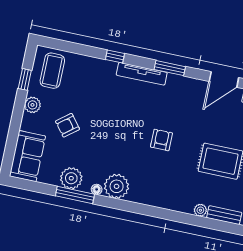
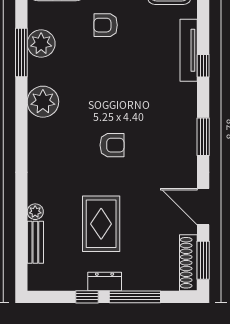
tv unit: (142, 74) -> (189, 50), moved
armchair: (68, 125) -> (106, 25), turned -52
floor lamp: (97, 189) -> (34, 78), removed

